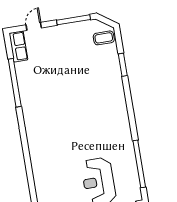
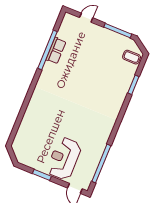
row of seats: (18, 46) -> (56, 51), moved

